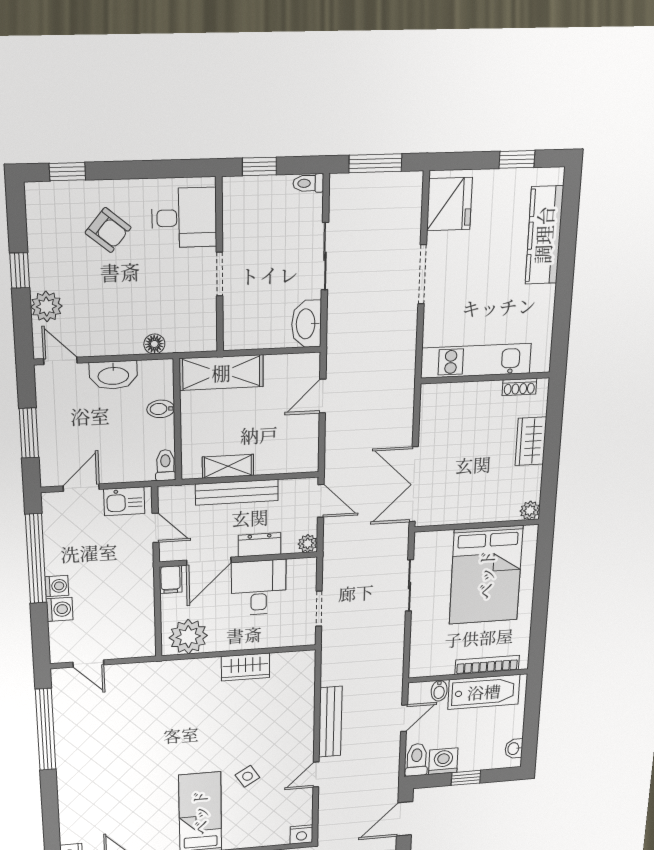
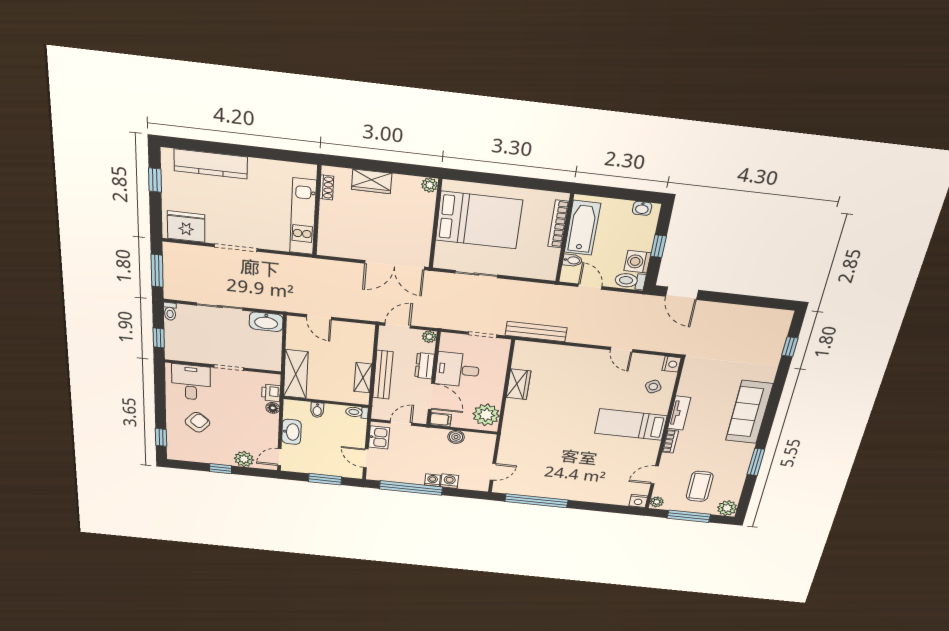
printer: (182, 339) -> (271, 393), added
boiler: (143, 605) -> (456, 437), added
bench: (330, 722) -> (536, 332), moved
side table: (247, 776) -> (653, 387), moved

